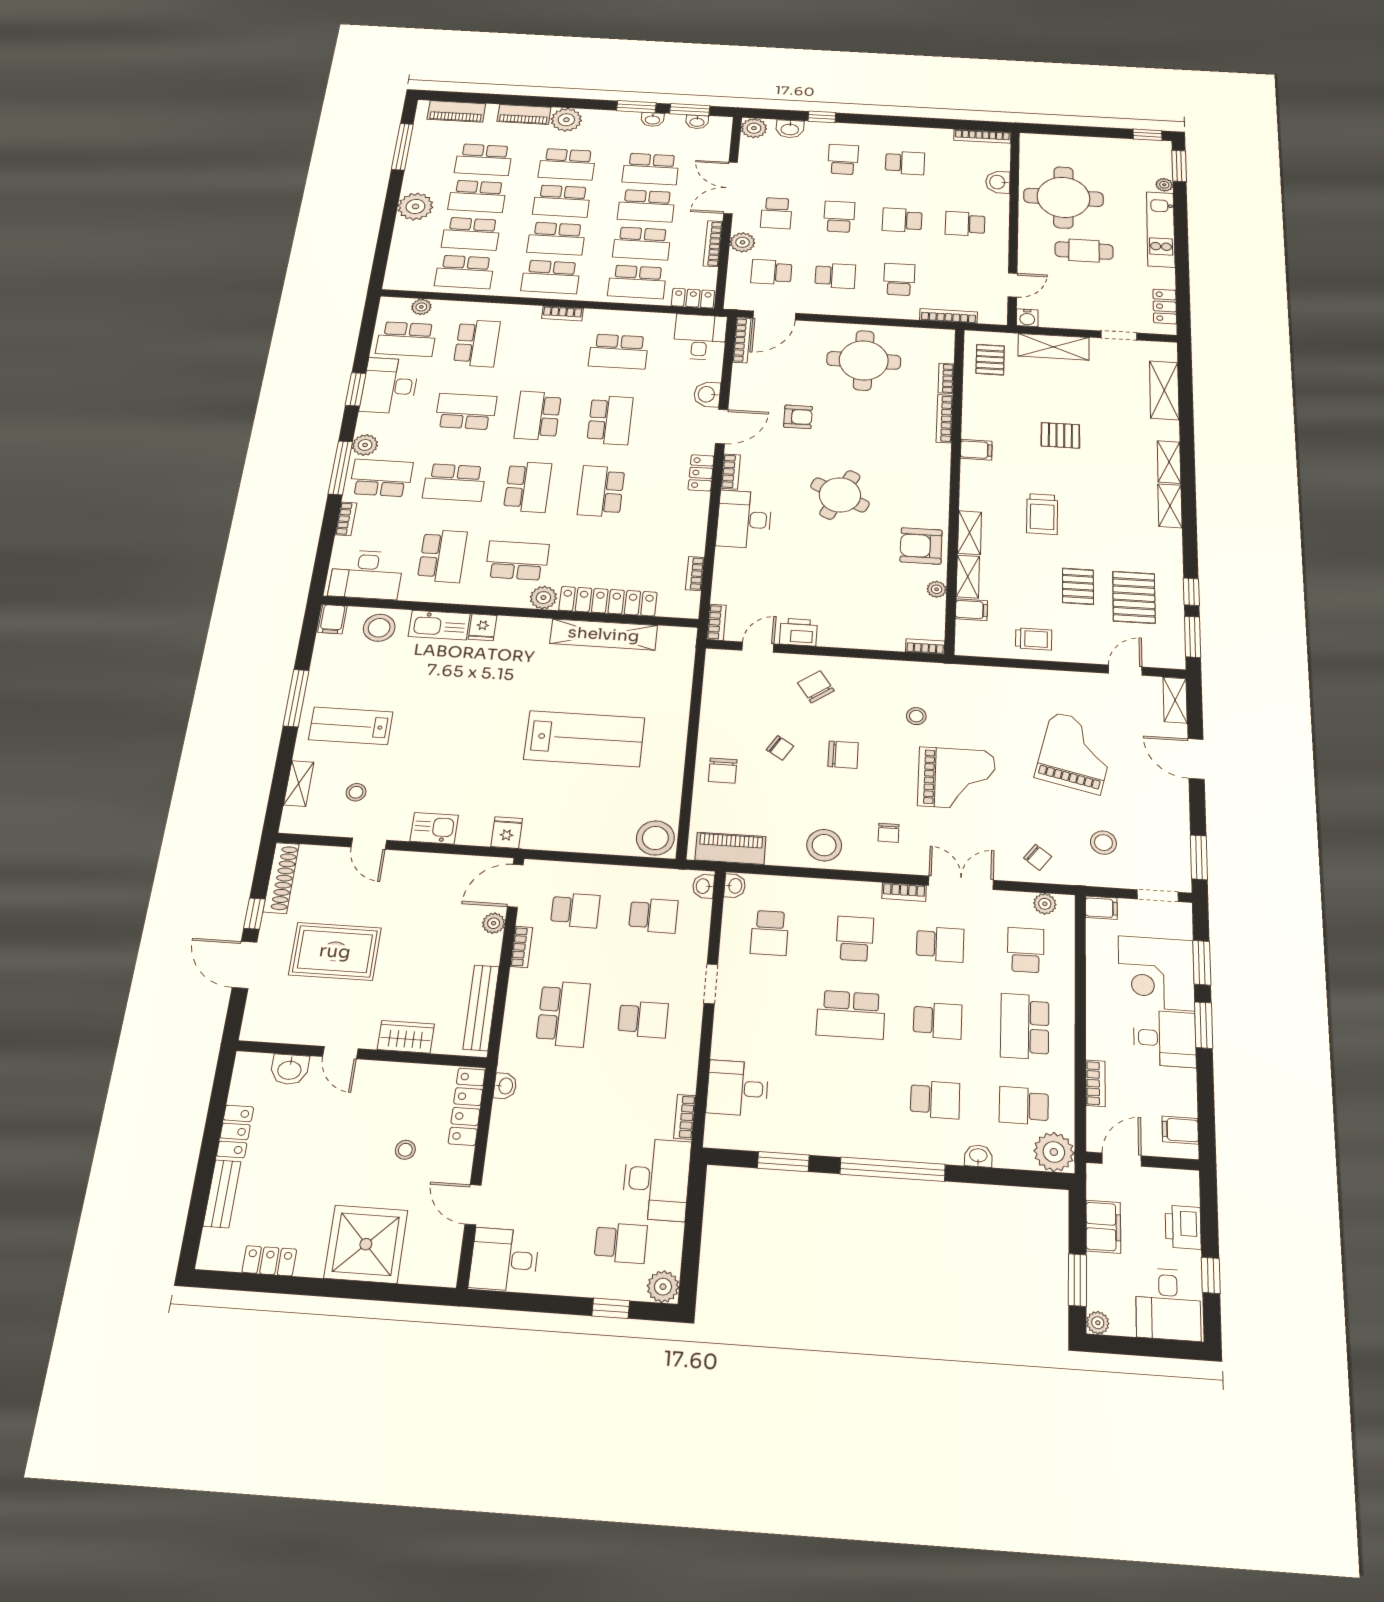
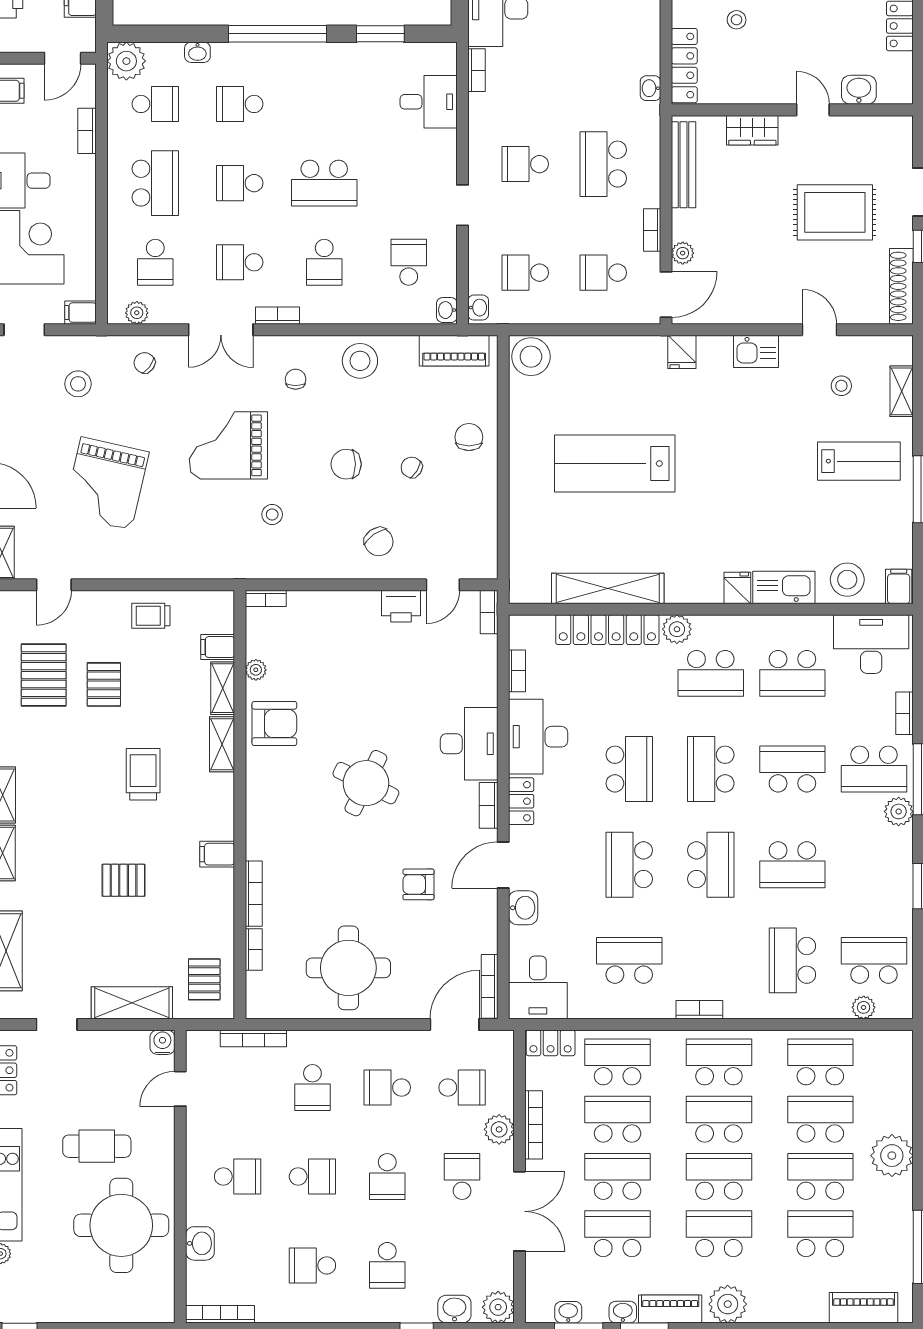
piano: (524, 114) -> (670, 1309), moved
desk: (389, 386) -> (538, 737), moved, turned 180
school desk: (442, 556) -> (792, 673), turned -90
school desk: (851, 1015) -> (324, 183), turned 180

